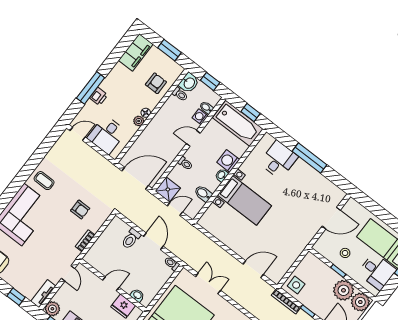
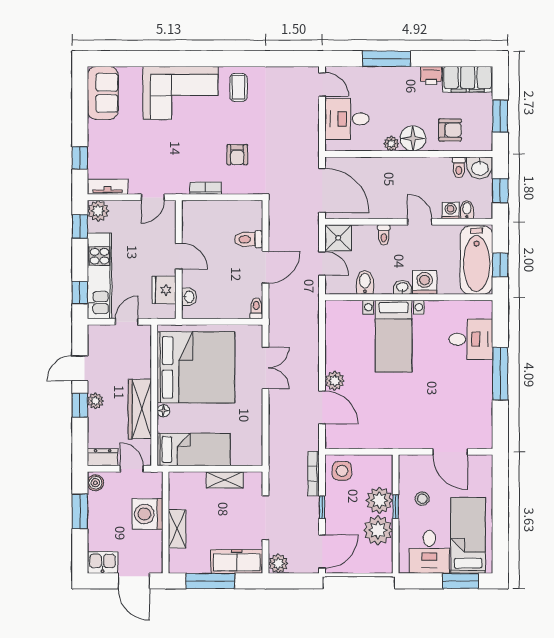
printer: (99, 96) -> (431, 76), moved
floor lamp: (146, 113) -> (413, 138), width x1.89, depth x1.89
plant: (244, 251) -> (335, 381), added
plant: (360, 302) -> (379, 500), moved

